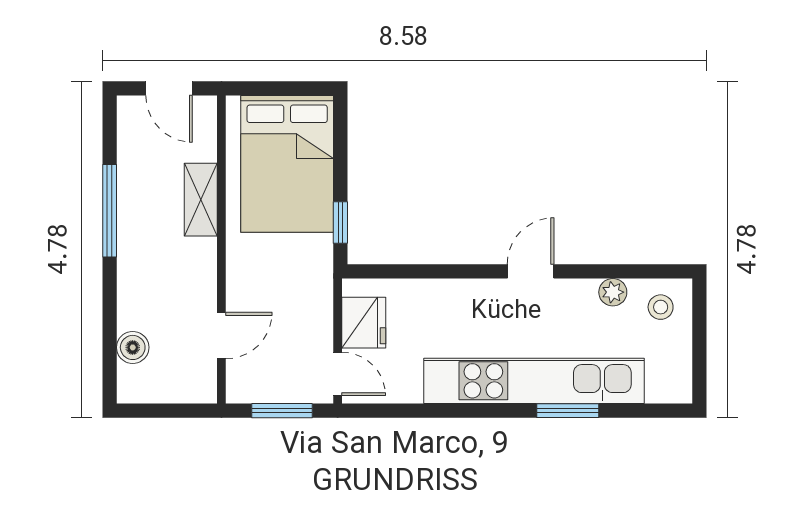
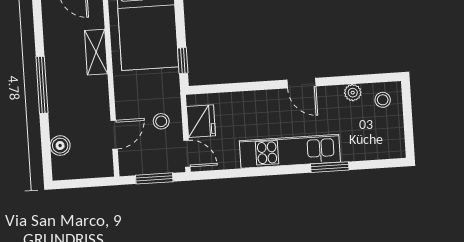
window: (110, 211) -> (42, 85), moved
door: (531, 271) -> (301, 83), swing flipped
stool: (299, 319) -> (161, 121), added
kitchen unit: (534, 381) -> (290, 151), width x0.73

